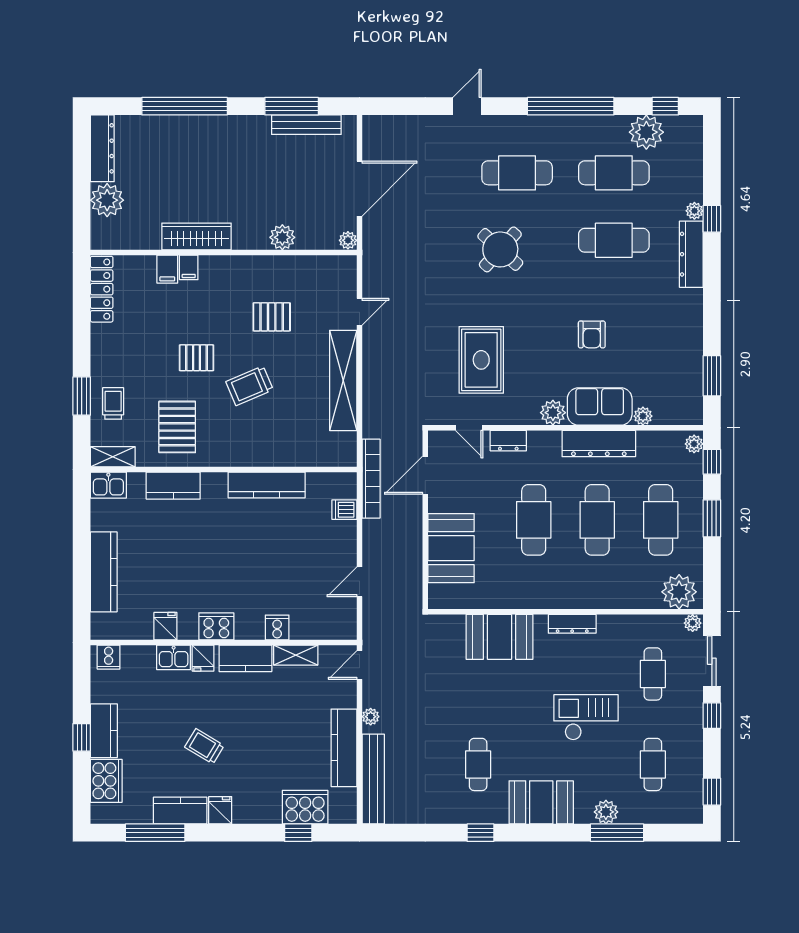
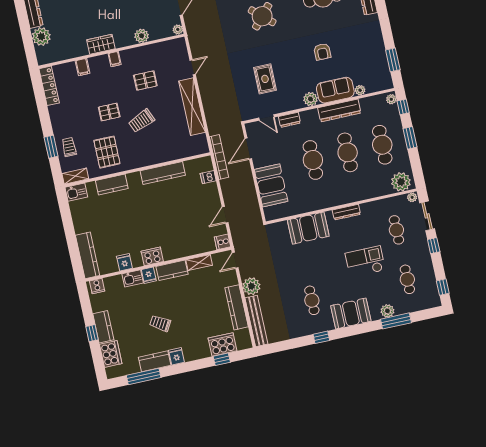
wardrobe: (196, 237) -> (101, 44), width x0.67
filing cabinet: (189, 267) -> (115, 59), moved
rug: (481, 360) -> (265, 79), width x0.73, depth x0.70
kitchen counter: (104, 572) -> (88, 255), moved
cooker: (277, 628) -> (222, 242), moved, turned -90
plant: (371, 717) -> (251, 286), width x1.88, depth x1.88

